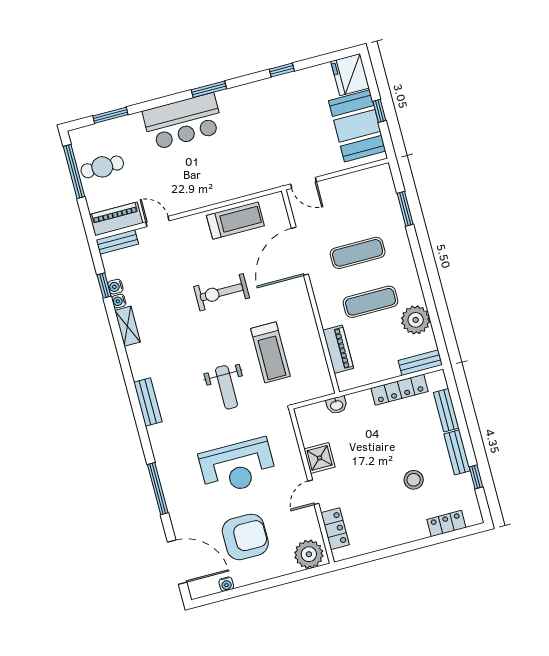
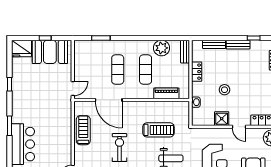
exercise bike: (222, 292) -> (119, 148), turned 180
locker: (399, 390) -> (197, 72), width x0.66
stool: (414, 480) -> (224, 90), moved

